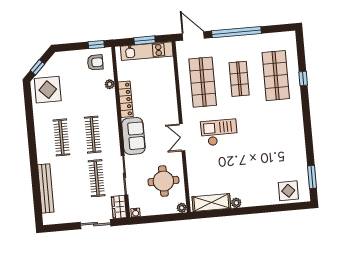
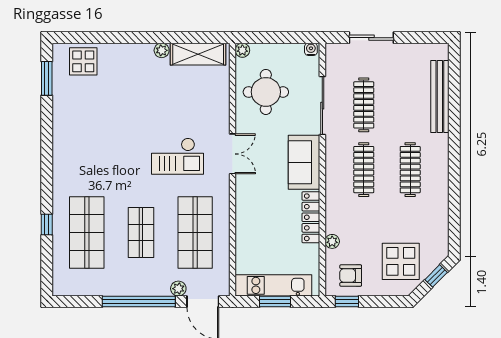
plant: (211, 43) -> (178, 289), added
display table: (48, 90) -> (401, 261), moved
wardrobe: (119, 207) -> (335, 60), removed

